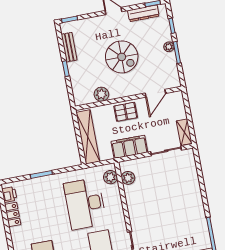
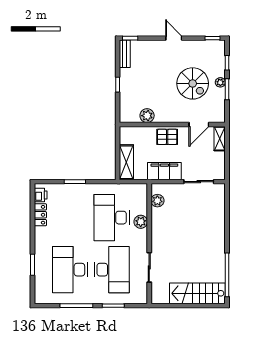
dresser: (143, 13) -> (202, 46), removed
bench: (69, 47) -> (125, 54), moved
spiral stairs: (122, 57) -> (193, 83), moved
shelving: (184, 132) -> (220, 139), moved
shelving: (88, 137) -> (126, 162), width x0.68
plant: (110, 177) -> (141, 222), moved

